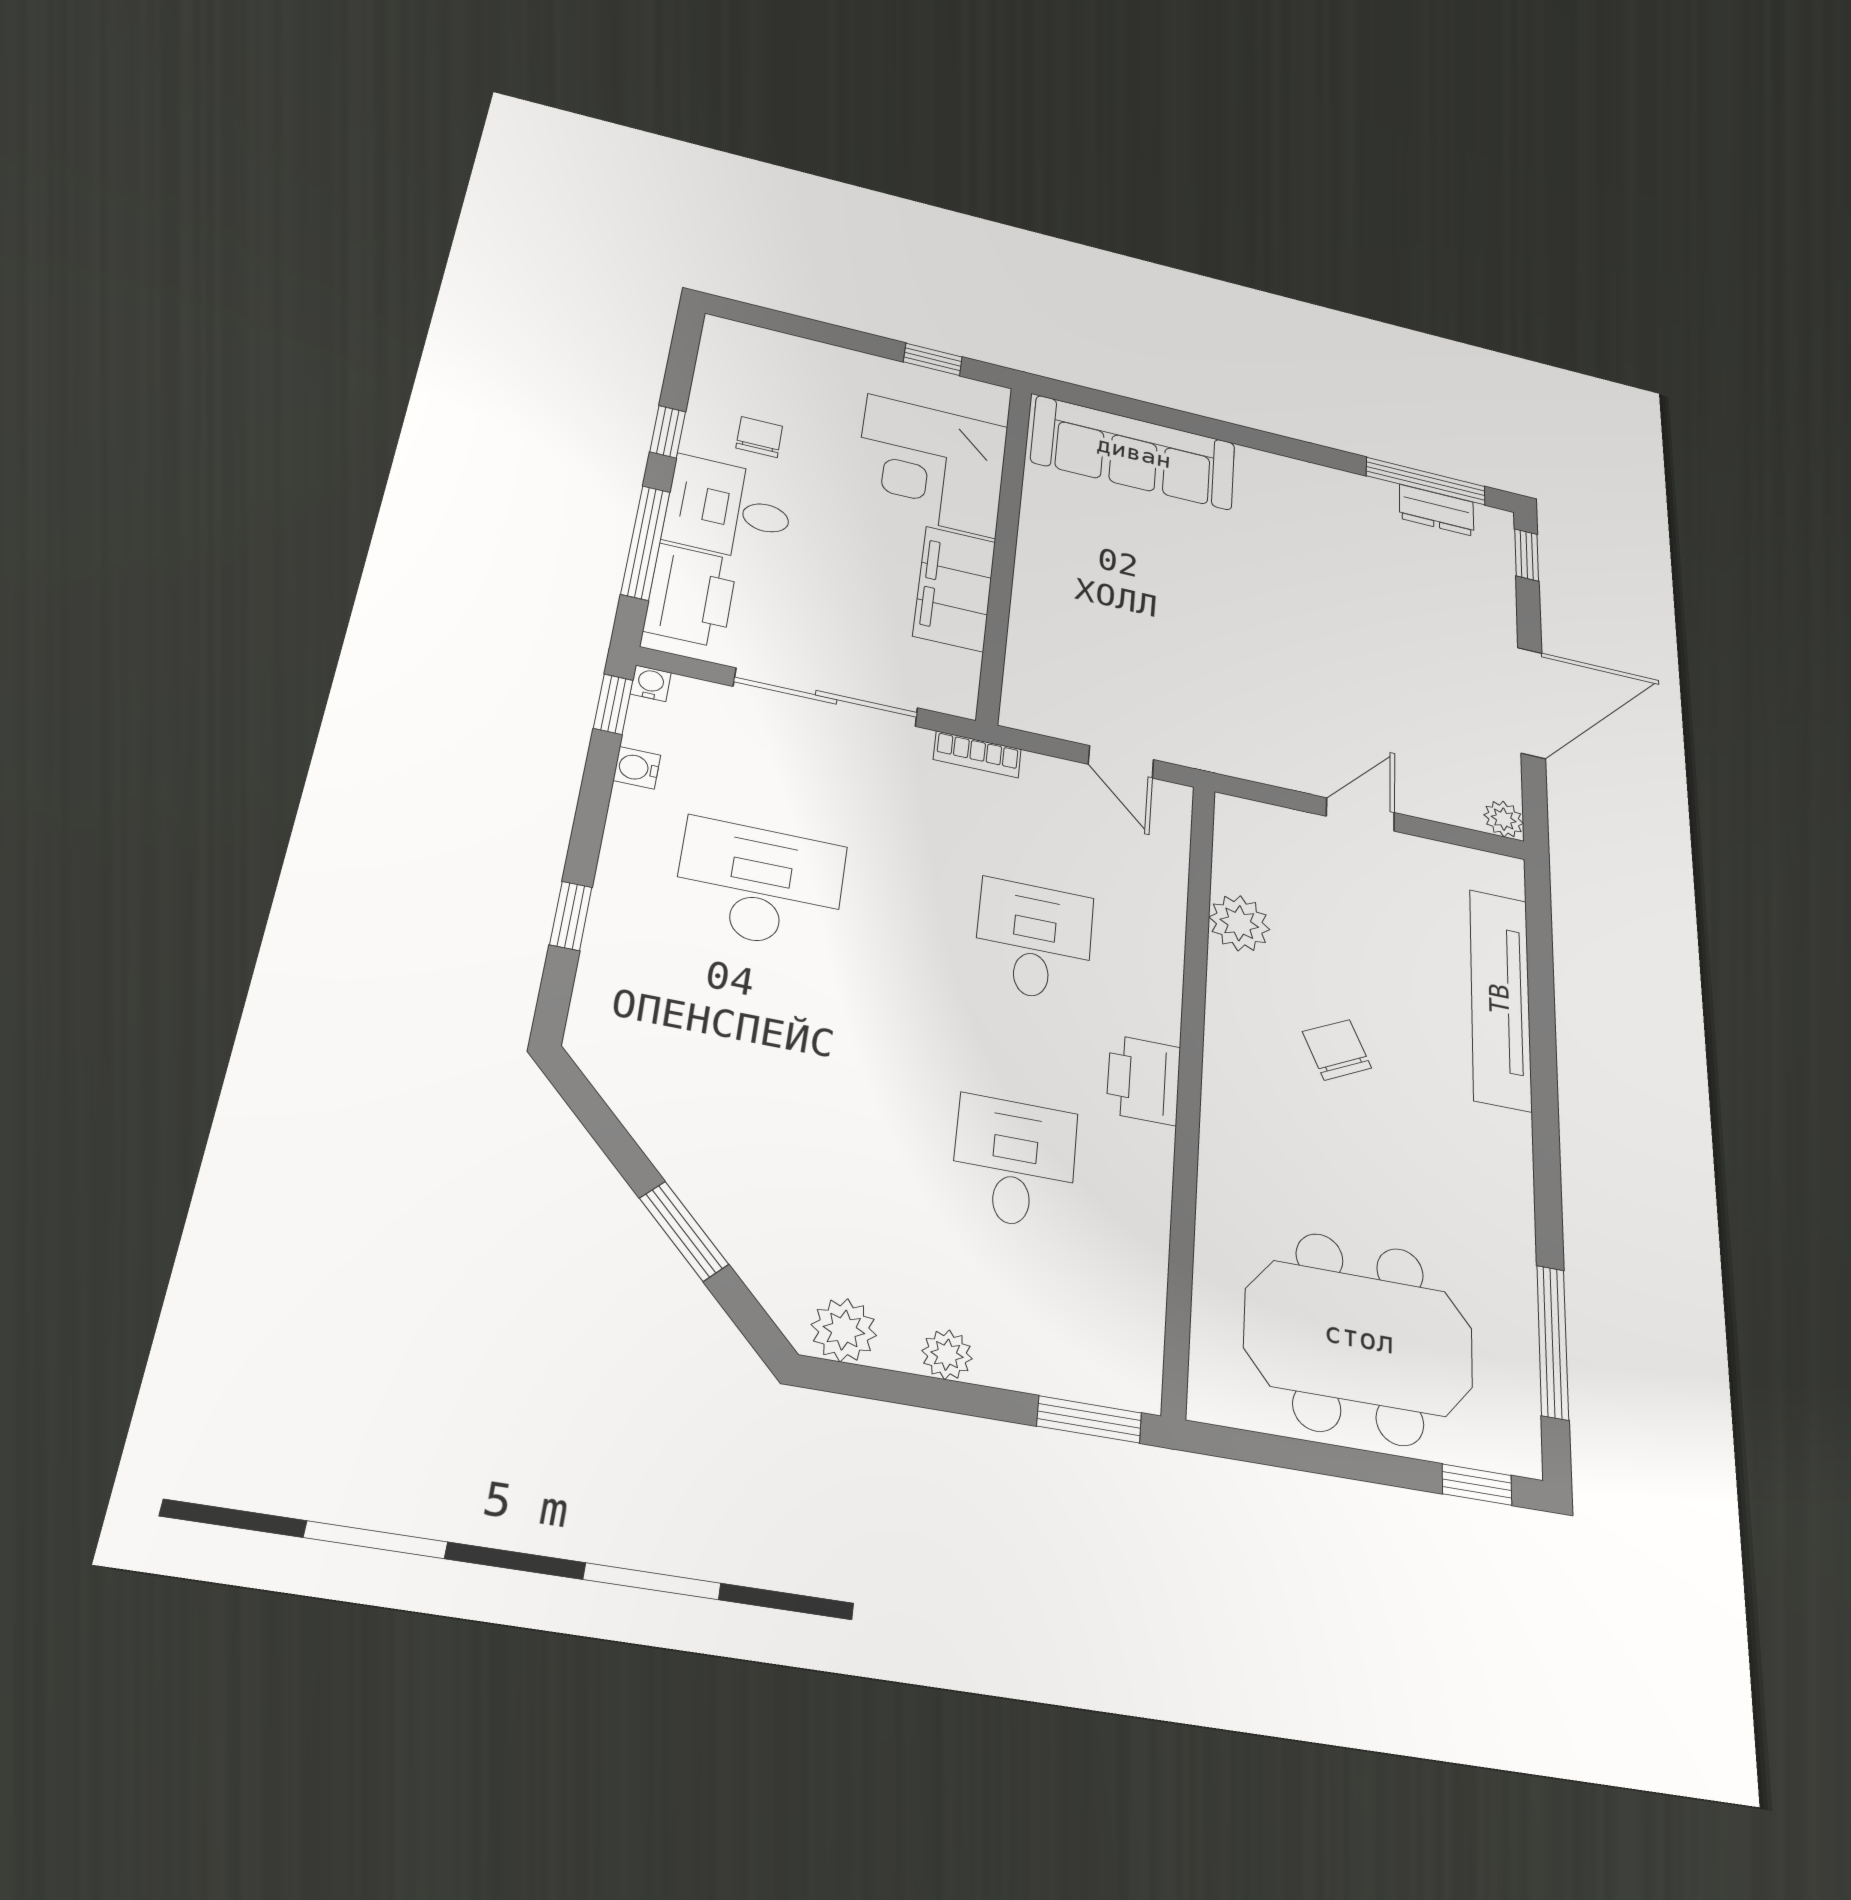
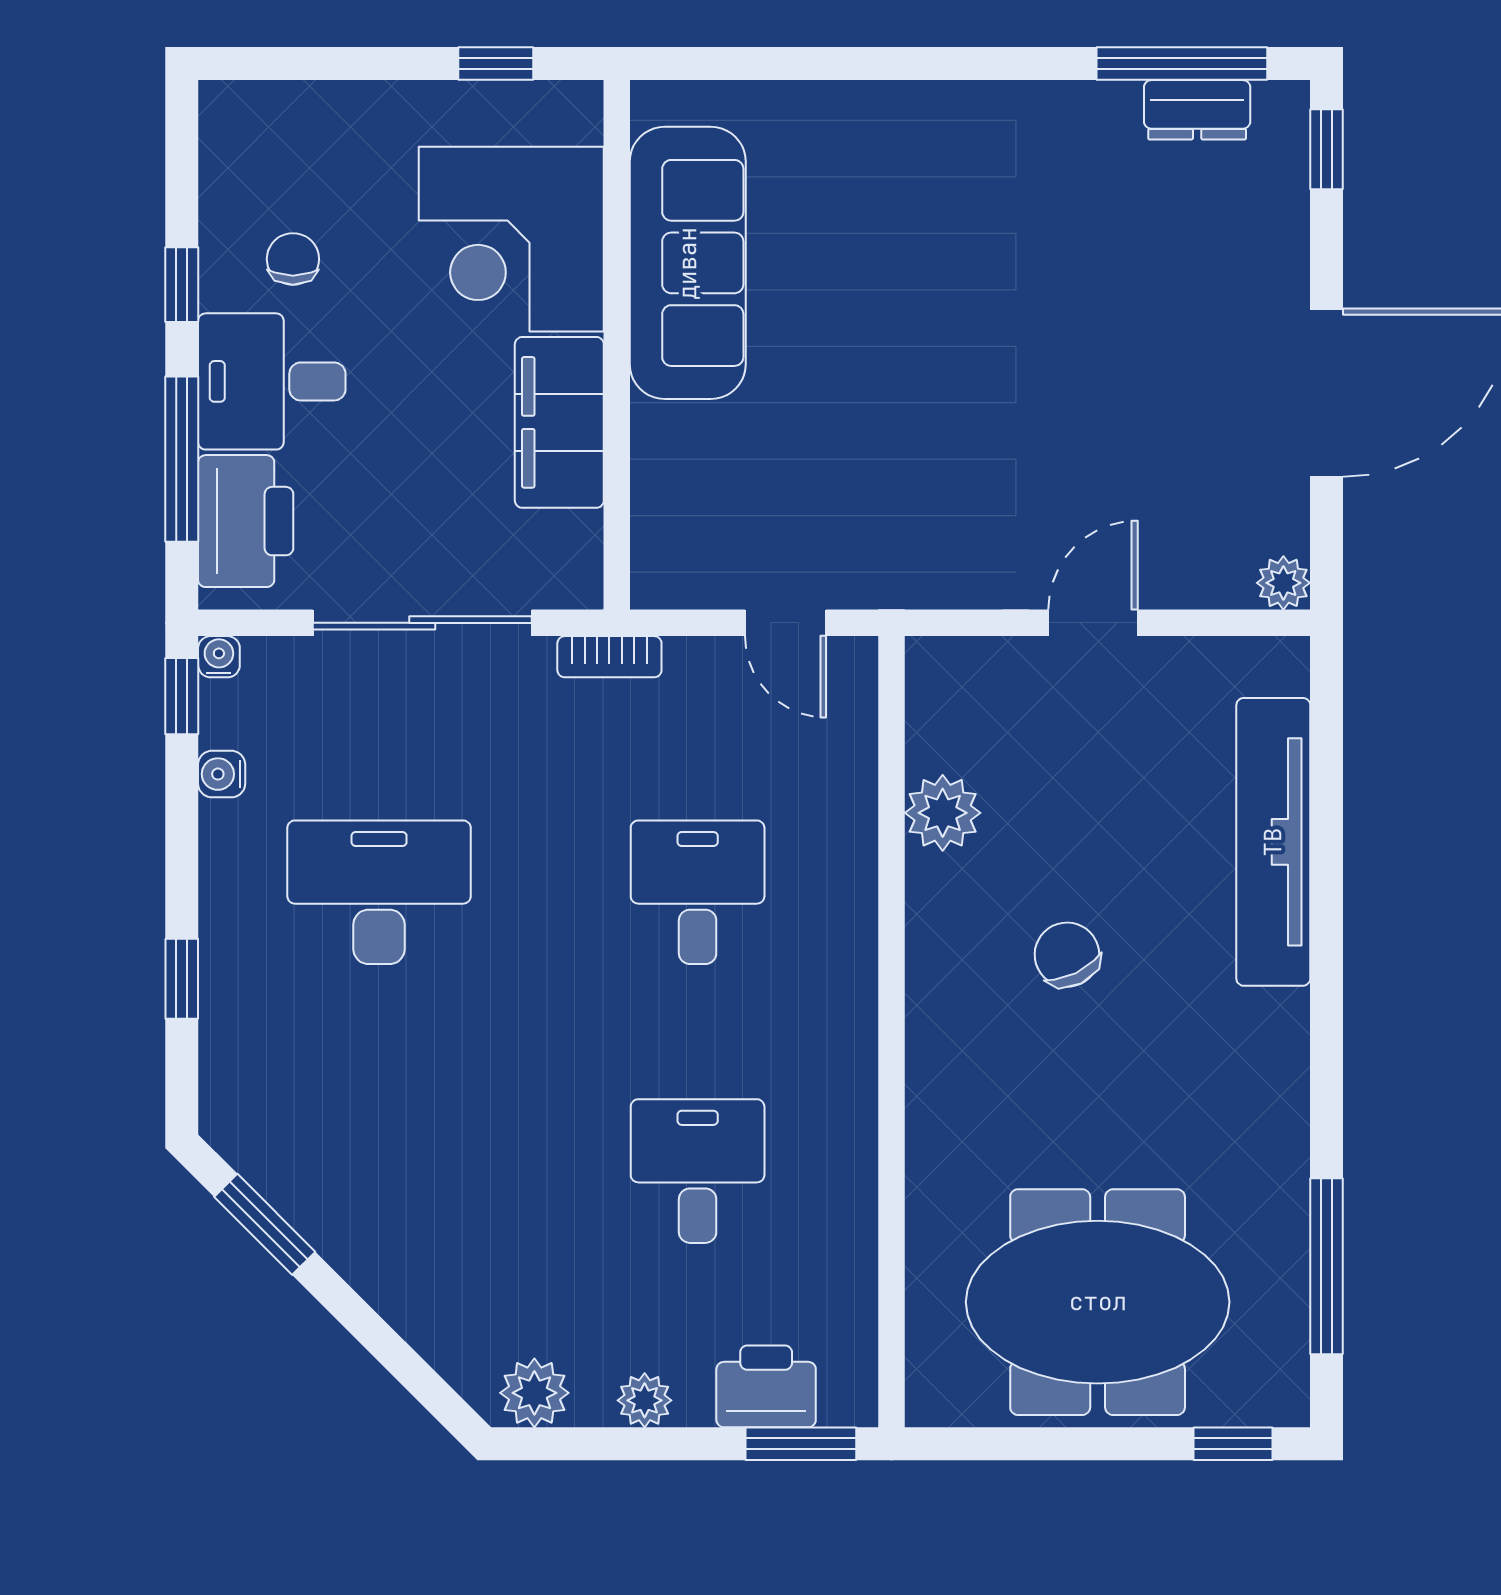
sofa: (1134, 453) -> (688, 263), moved, turned -90
printer: (1144, 1080) -> (766, 1386), moved, turned 90
window: (684, 1231) -> (265, 1224), moved

